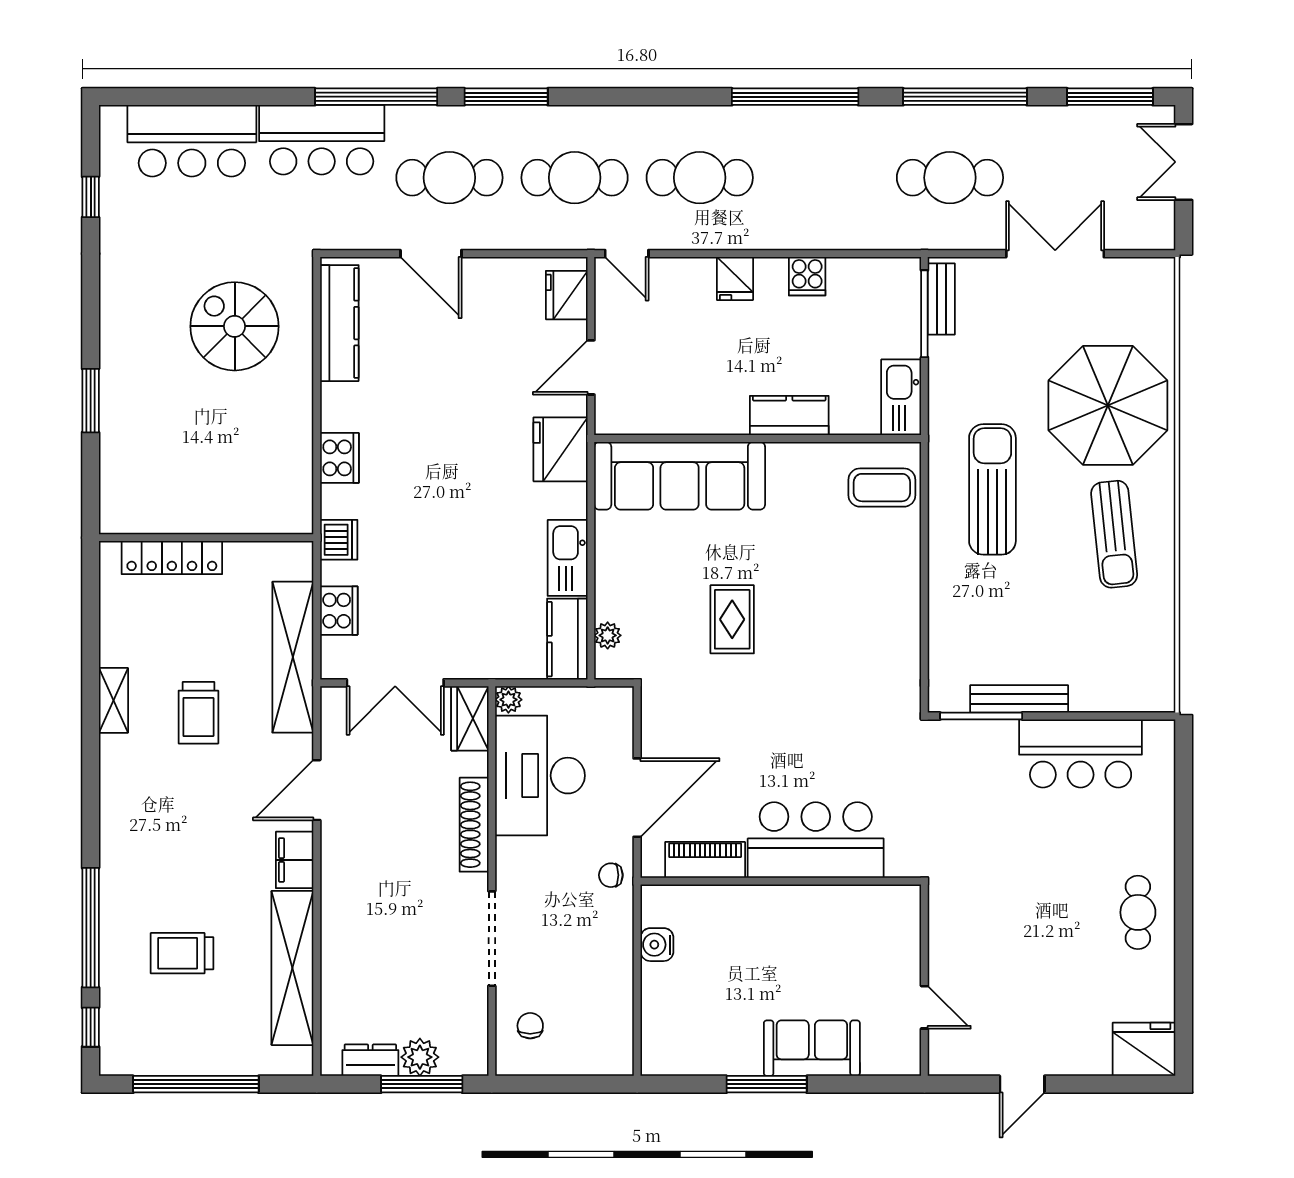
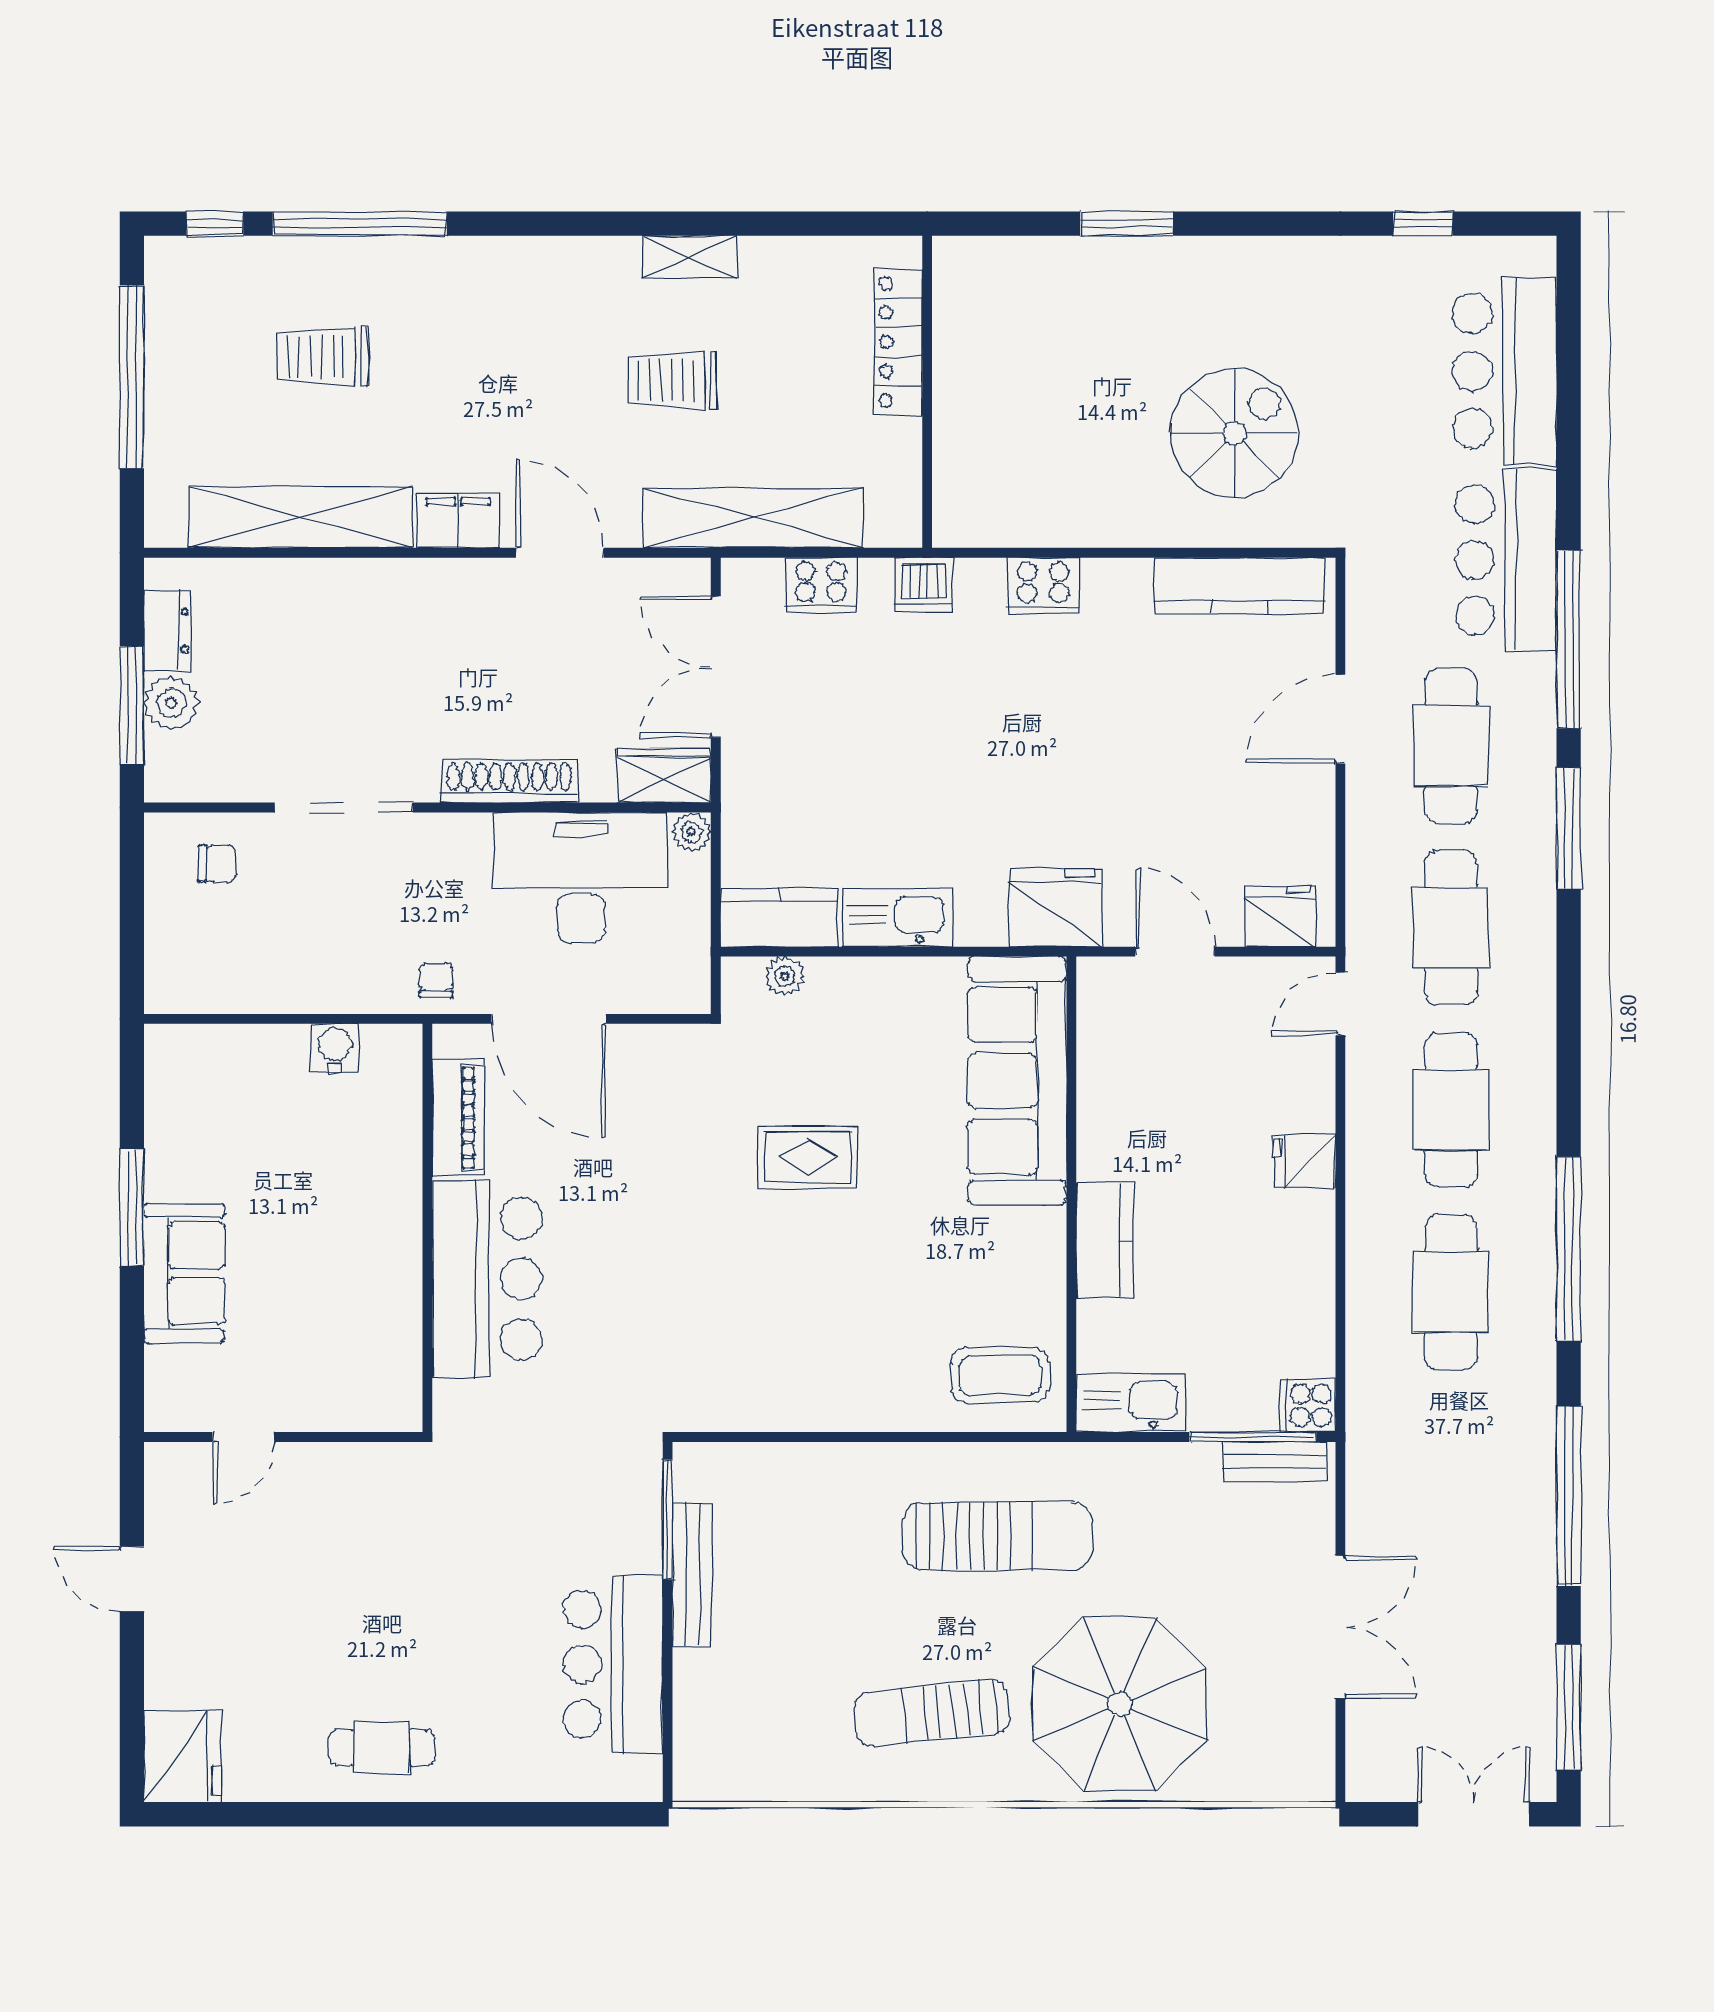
cafe table: (950, 178) -> (1451, 1292), moved
cooker: (807, 276) -> (1308, 1406), moved
coffee table: (882, 488) -> (1000, 1375), turned 90
trolley: (182, 953) -> (322, 357), turned -90

